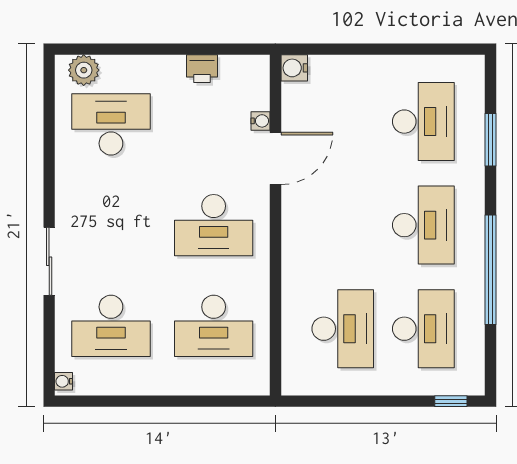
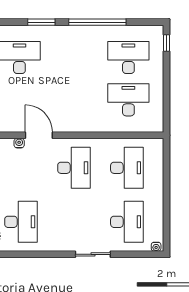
desk: (111, 124) -> (21, 222), turned 180
window: (491, 140) -> (41, 22), moved
desk: (423, 225) -> (74, 57), removed

